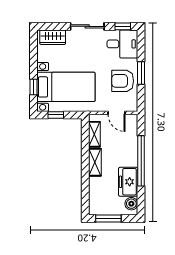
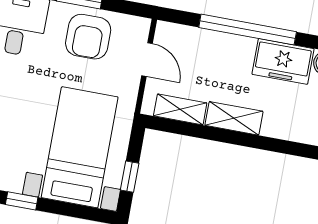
window: (33, 87) -> (22, 201), moved
door: (117, 113) -> (147, 60), hinge flipped

